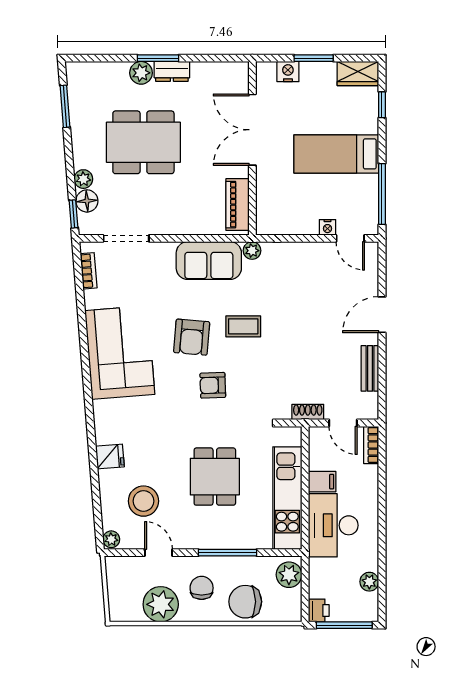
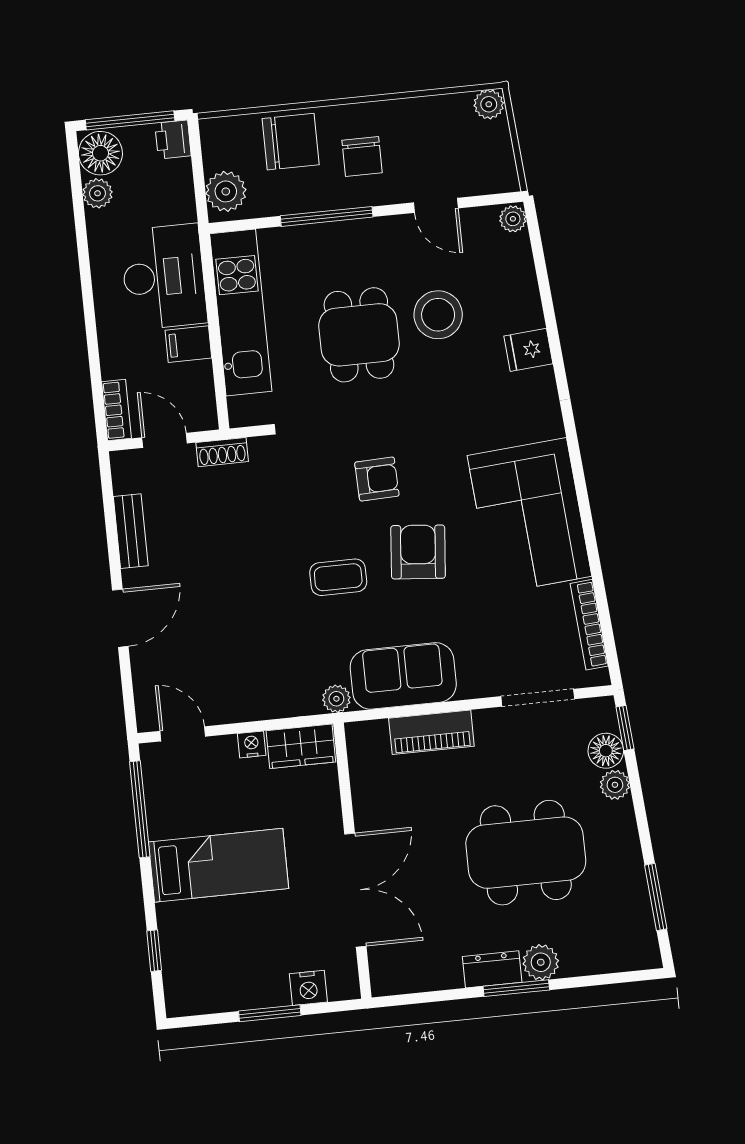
wardrobe: (358, 74) -> (301, 746), moved, turned 180
piano: (237, 205) -> (431, 732), moved, turned 90
nightstand: (327, 227) -> (252, 744), moved
bookcase: (89, 271) -> (589, 625), width x1.56
stool: (143, 501) -> (438, 315), moved
plant: (161, 604) -> (489, 104), moved, width x0.53, depth x0.53
floor lamp: (365, 607) -> (100, 153), added

